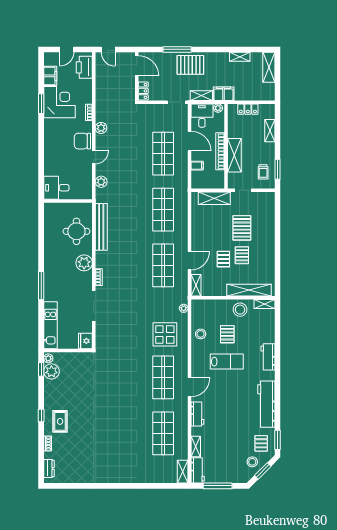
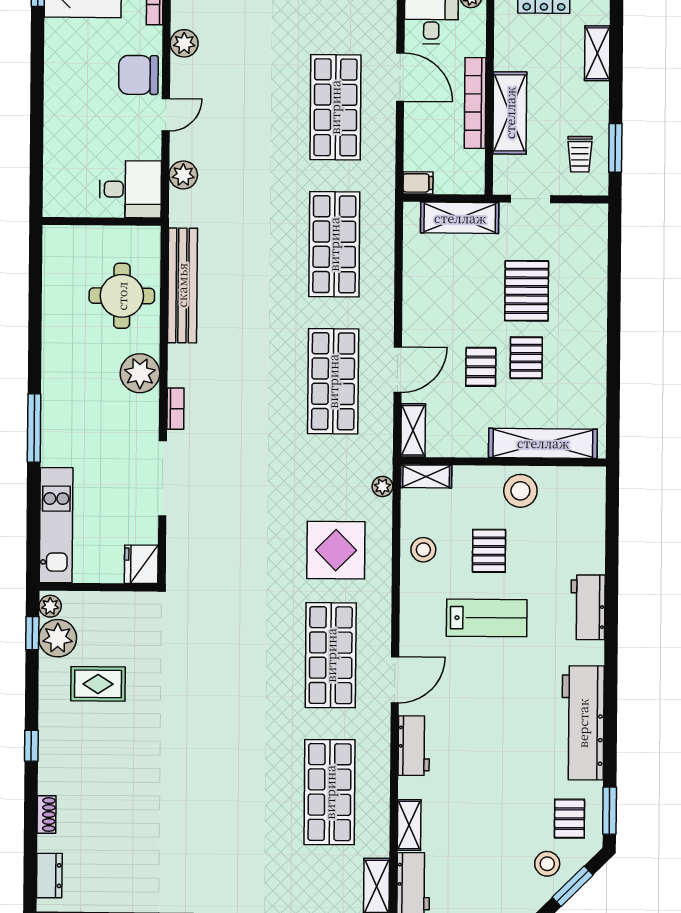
filing cabinet: (197, 166) -> (418, 183), moved
desk: (56, 188) -> (130, 189), moved, turned 180
shelving: (264, 304) -> (426, 476), moved
rug: (60, 421) -> (98, 684), moved, turned 90

